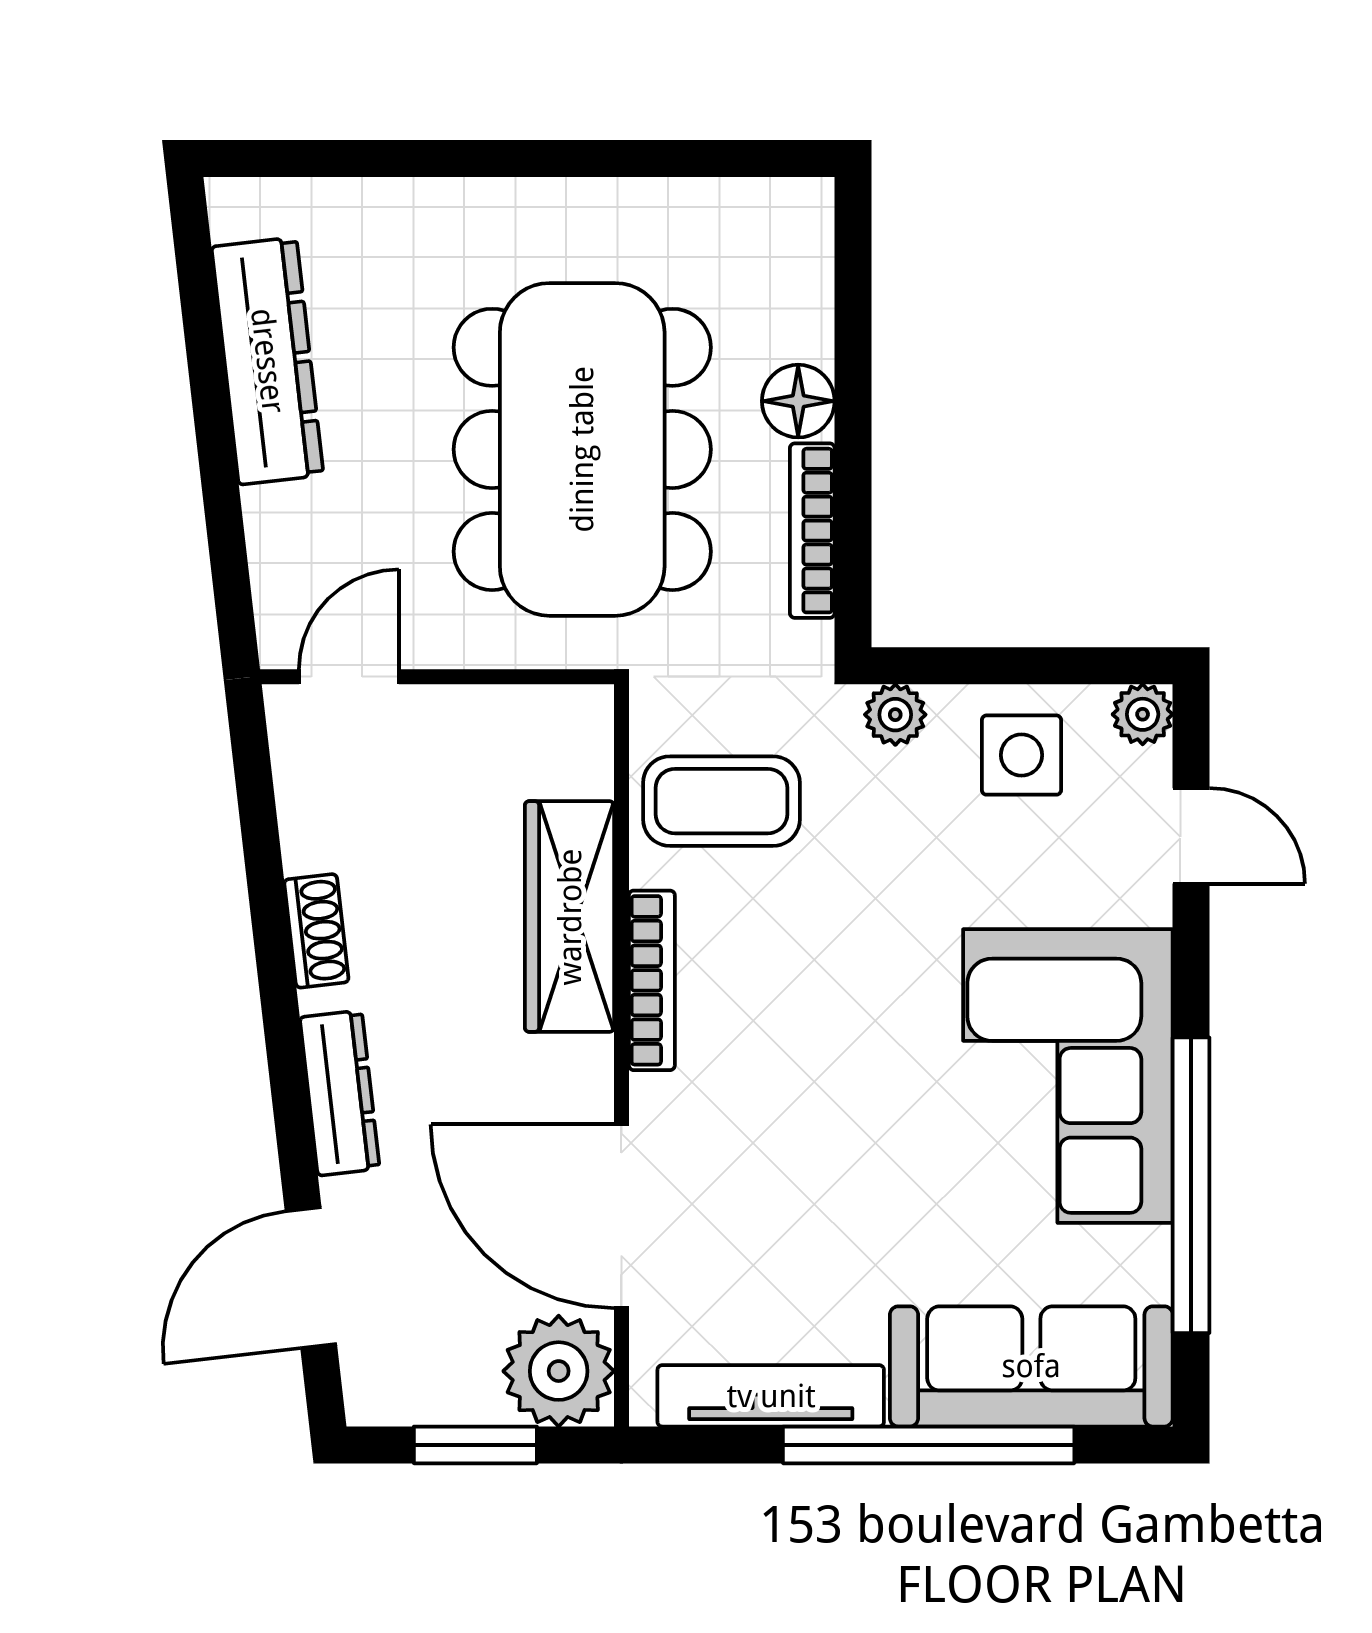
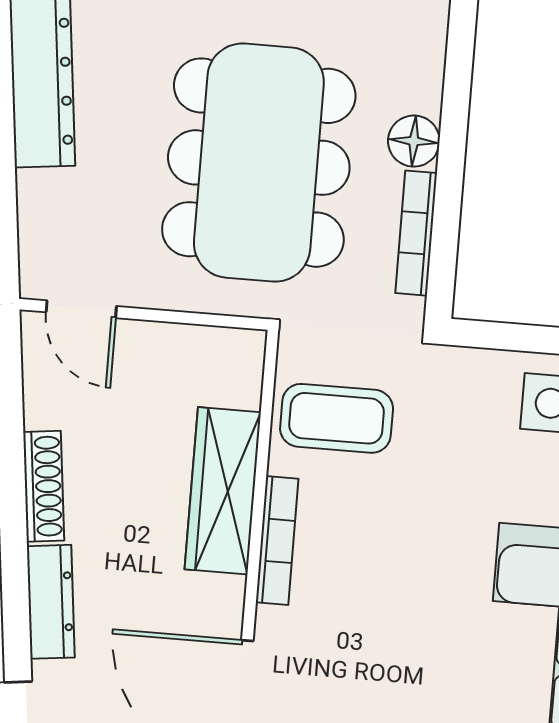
door: (349, 677) -> (81, 309), swing flipped
plant: (895, 715) -> (464, 367), removed
shoe rack: (316, 931) -> (44, 486), width x1.43

